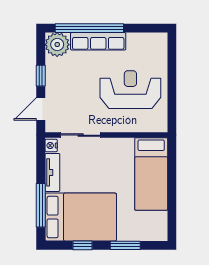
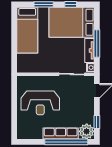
window: (41, 76) -> (97, 122), moved
bed: (151, 174) -> (27, 30), moved, turned 180
window: (41, 205) -> (97, 44), moved

